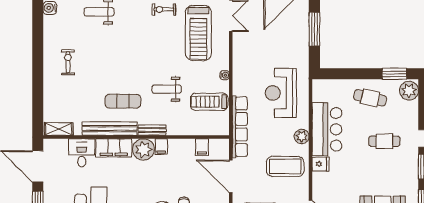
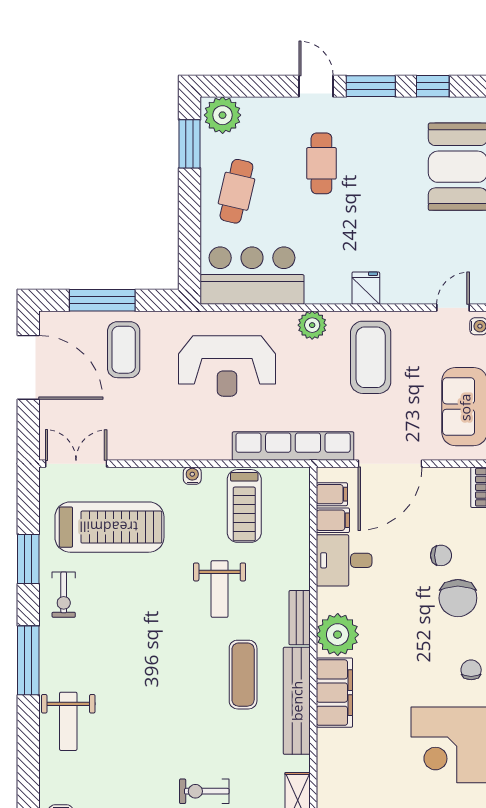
coffee table: (289, 40) -> (124, 350), added
exercise bike: (68, 62) -> (204, 791), moved
bar counter: (327, 129) -> (252, 276), moved
filing cabinet: (161, 147) -> (332, 494), moved
desk: (82, 153) -> (344, 560), moved

